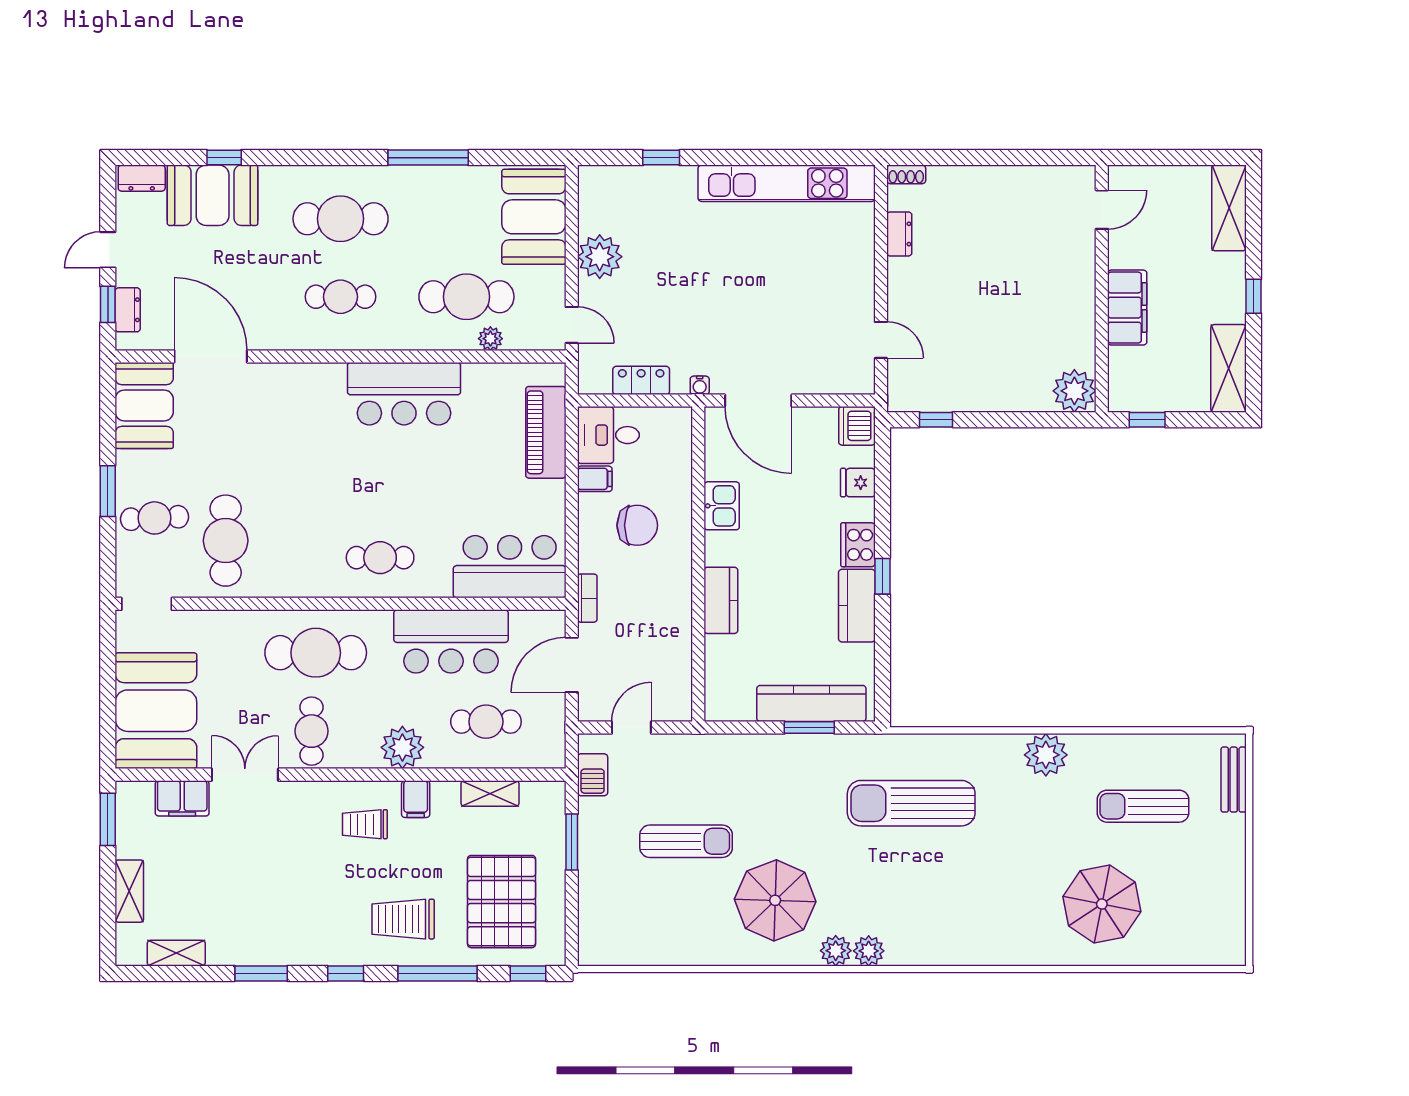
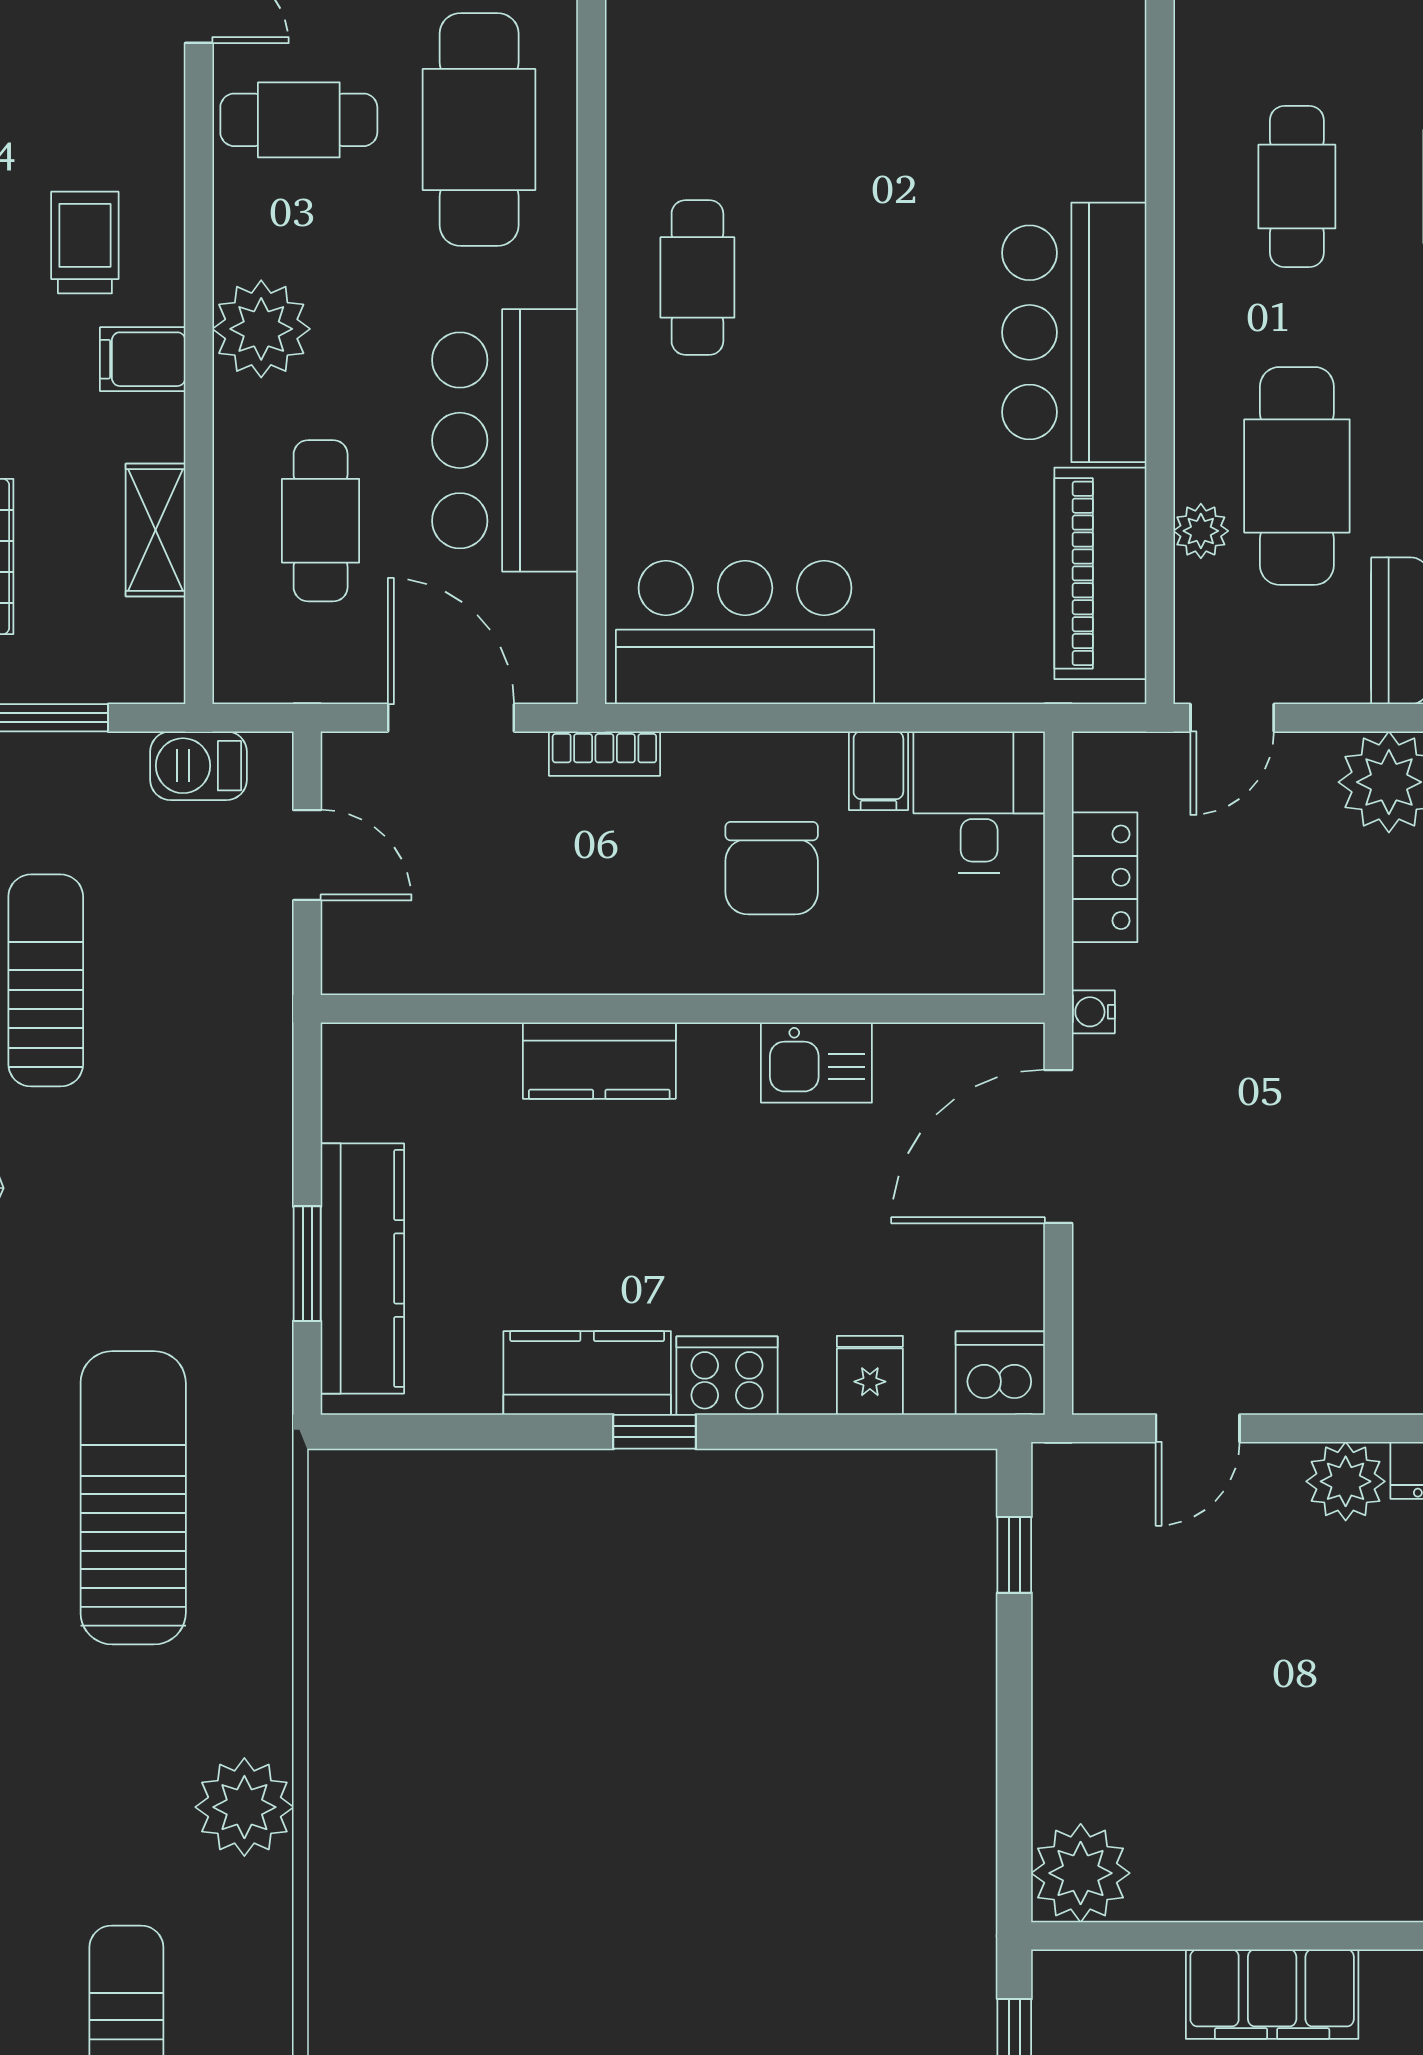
plant: (904, 276) -> (1346, 1481), added
piano: (546, 432) -> (1100, 573), moved, turned -90
bar counter: (510, 567) -> (745, 632), moved, turned -90
sun lounger: (686, 841) -> (46, 980), turned 180

